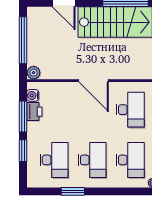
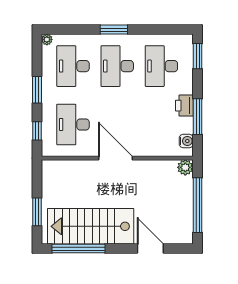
printer: (34, 112) -> (184, 106), moved
window: (23, 151) -> (198, 56), moved
window: (73, 191) -> (114, 30), moved

